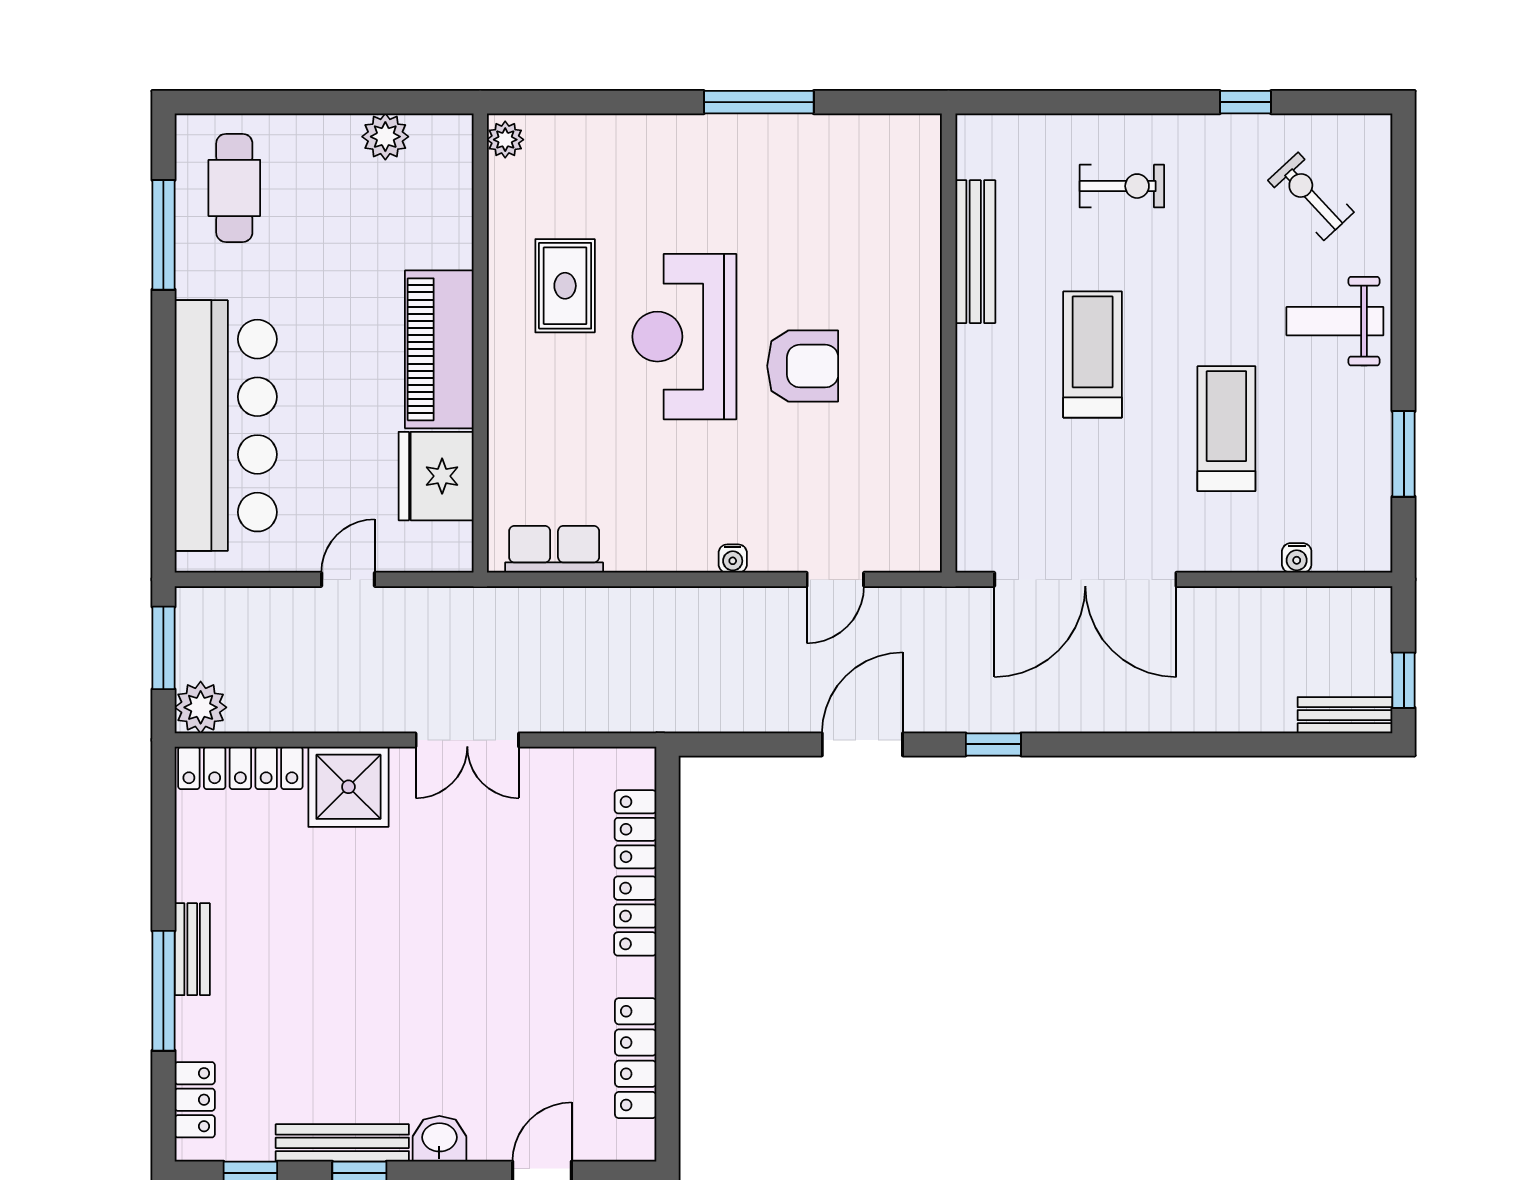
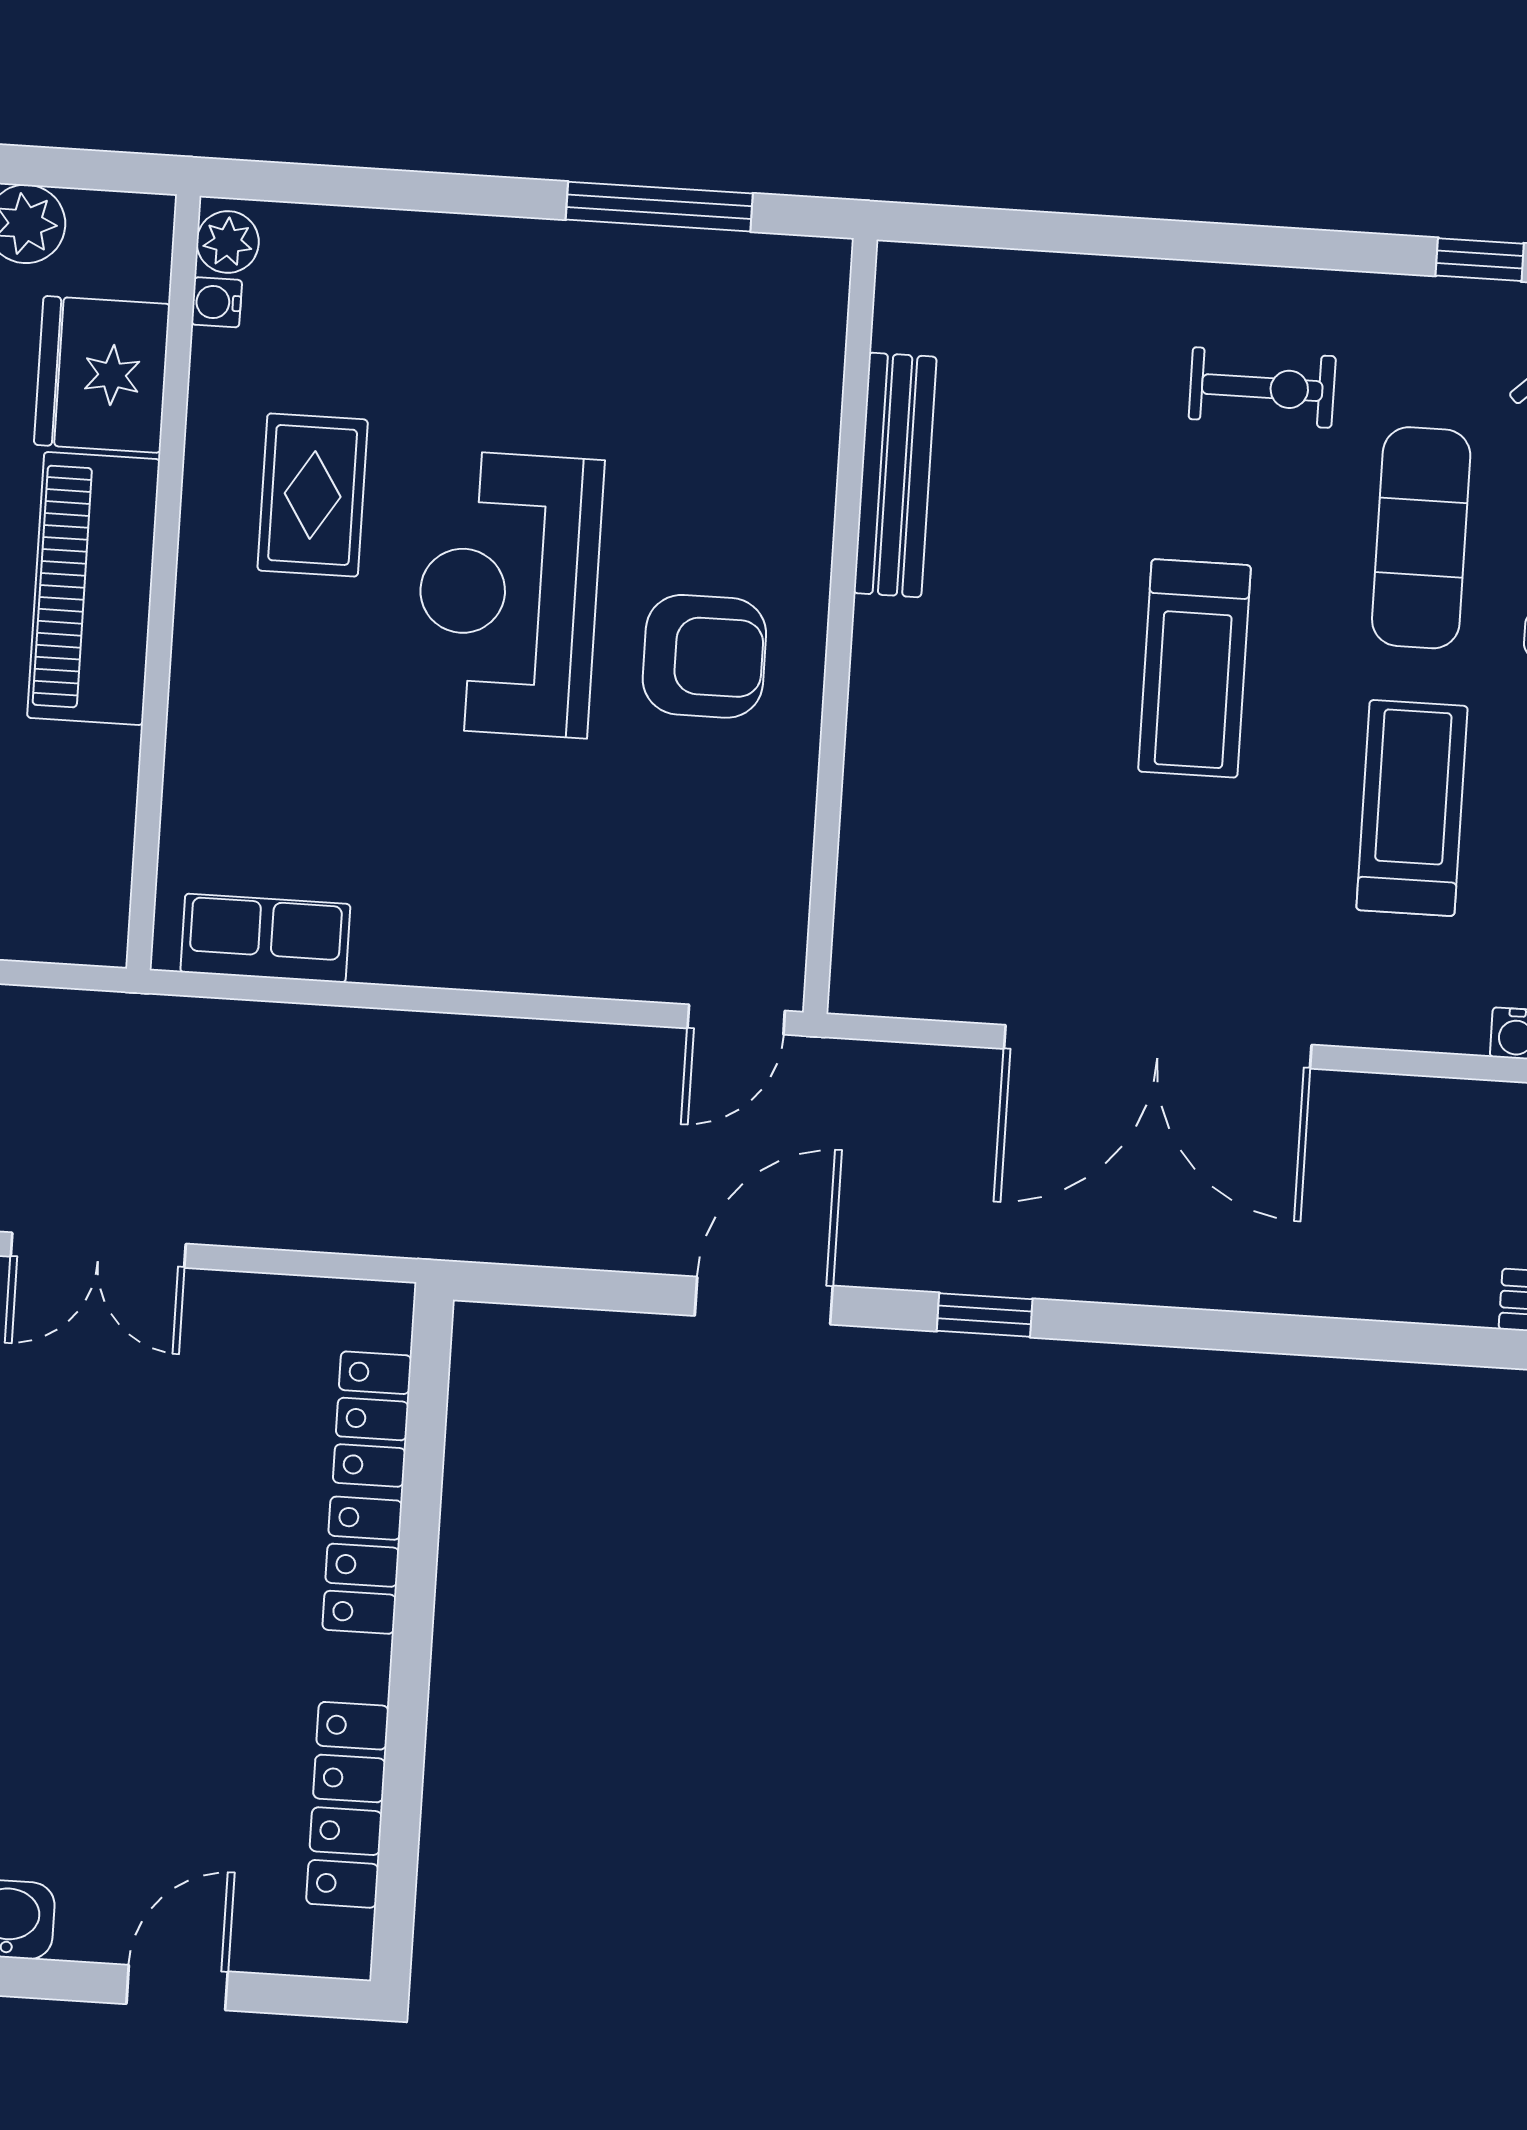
bench: (975, 252) -> (895, 475), moved
exercise mat: (1222, 269) -> (1421, 538), added
wall: (949, 343) -> (840, 626), moved
treadmill: (1093, 355) -> (1194, 668), turned 180
fridge: (436, 476) -> (102, 374), moved
water cooler: (733, 559) -> (217, 302), moved, turned 90

